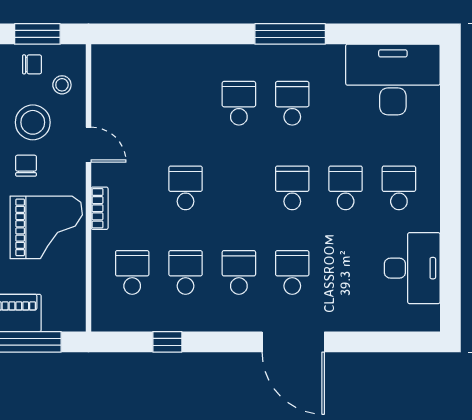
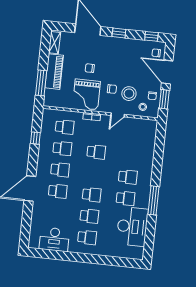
desk: (393, 79) -> (132, 227), moved

